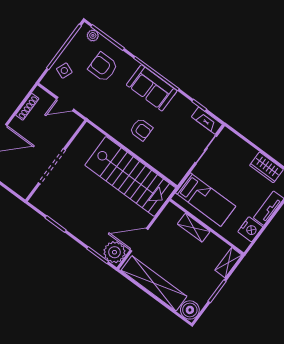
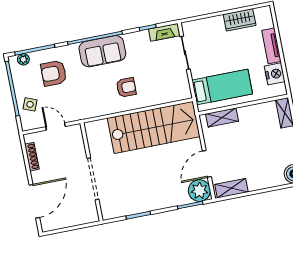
door: (65, 104) -> (56, 127), swing flipped
shelving: (194, 228) -> (222, 117), moved
shelving: (154, 283) -> (231, 188), width x0.45, depth x0.75

